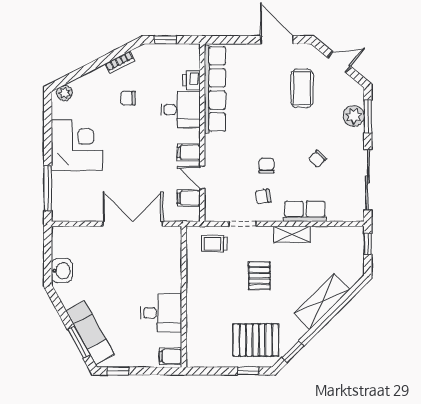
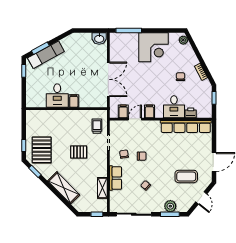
shelving: (292, 234) -> (102, 188), moved
washbasin: (62, 271) -> (99, 39), moved
filing cabinet: (171, 356) -> (74, 101), moved

